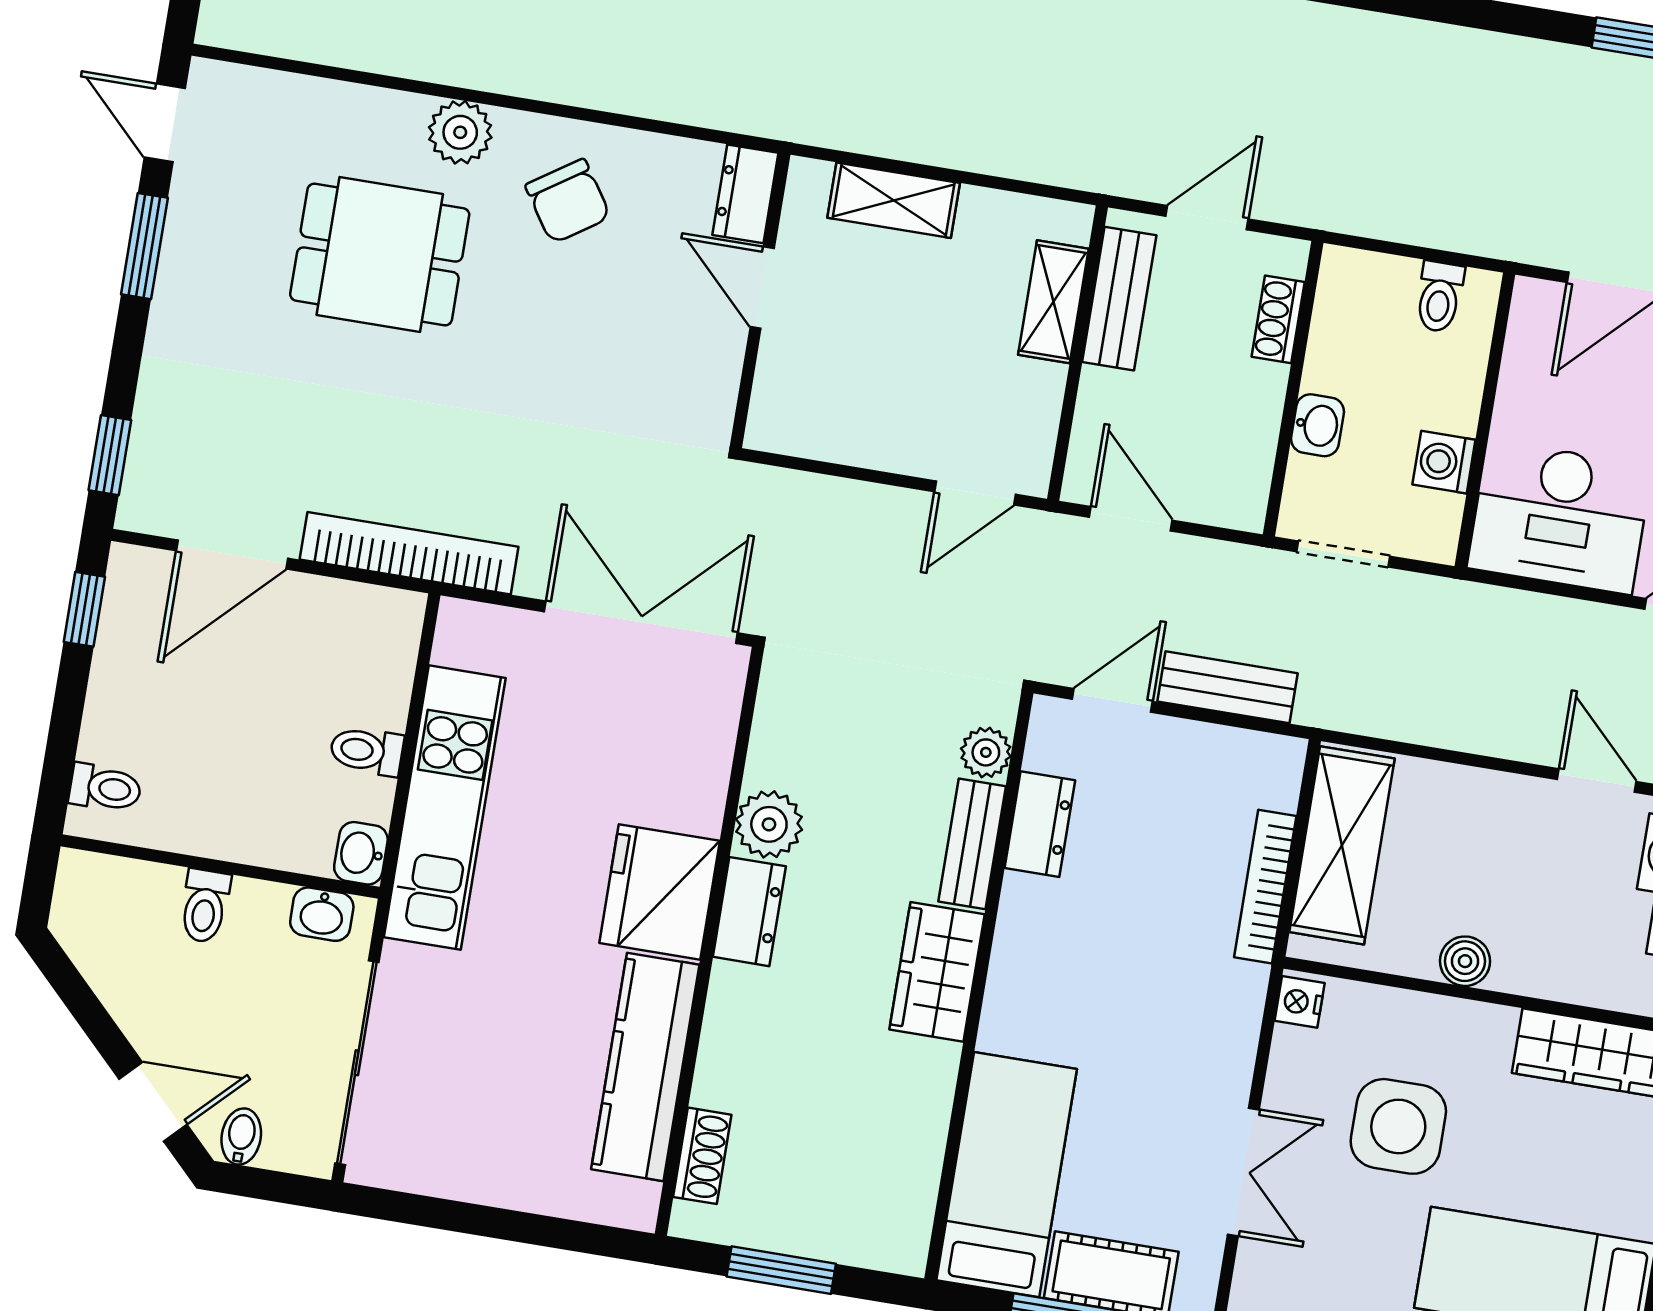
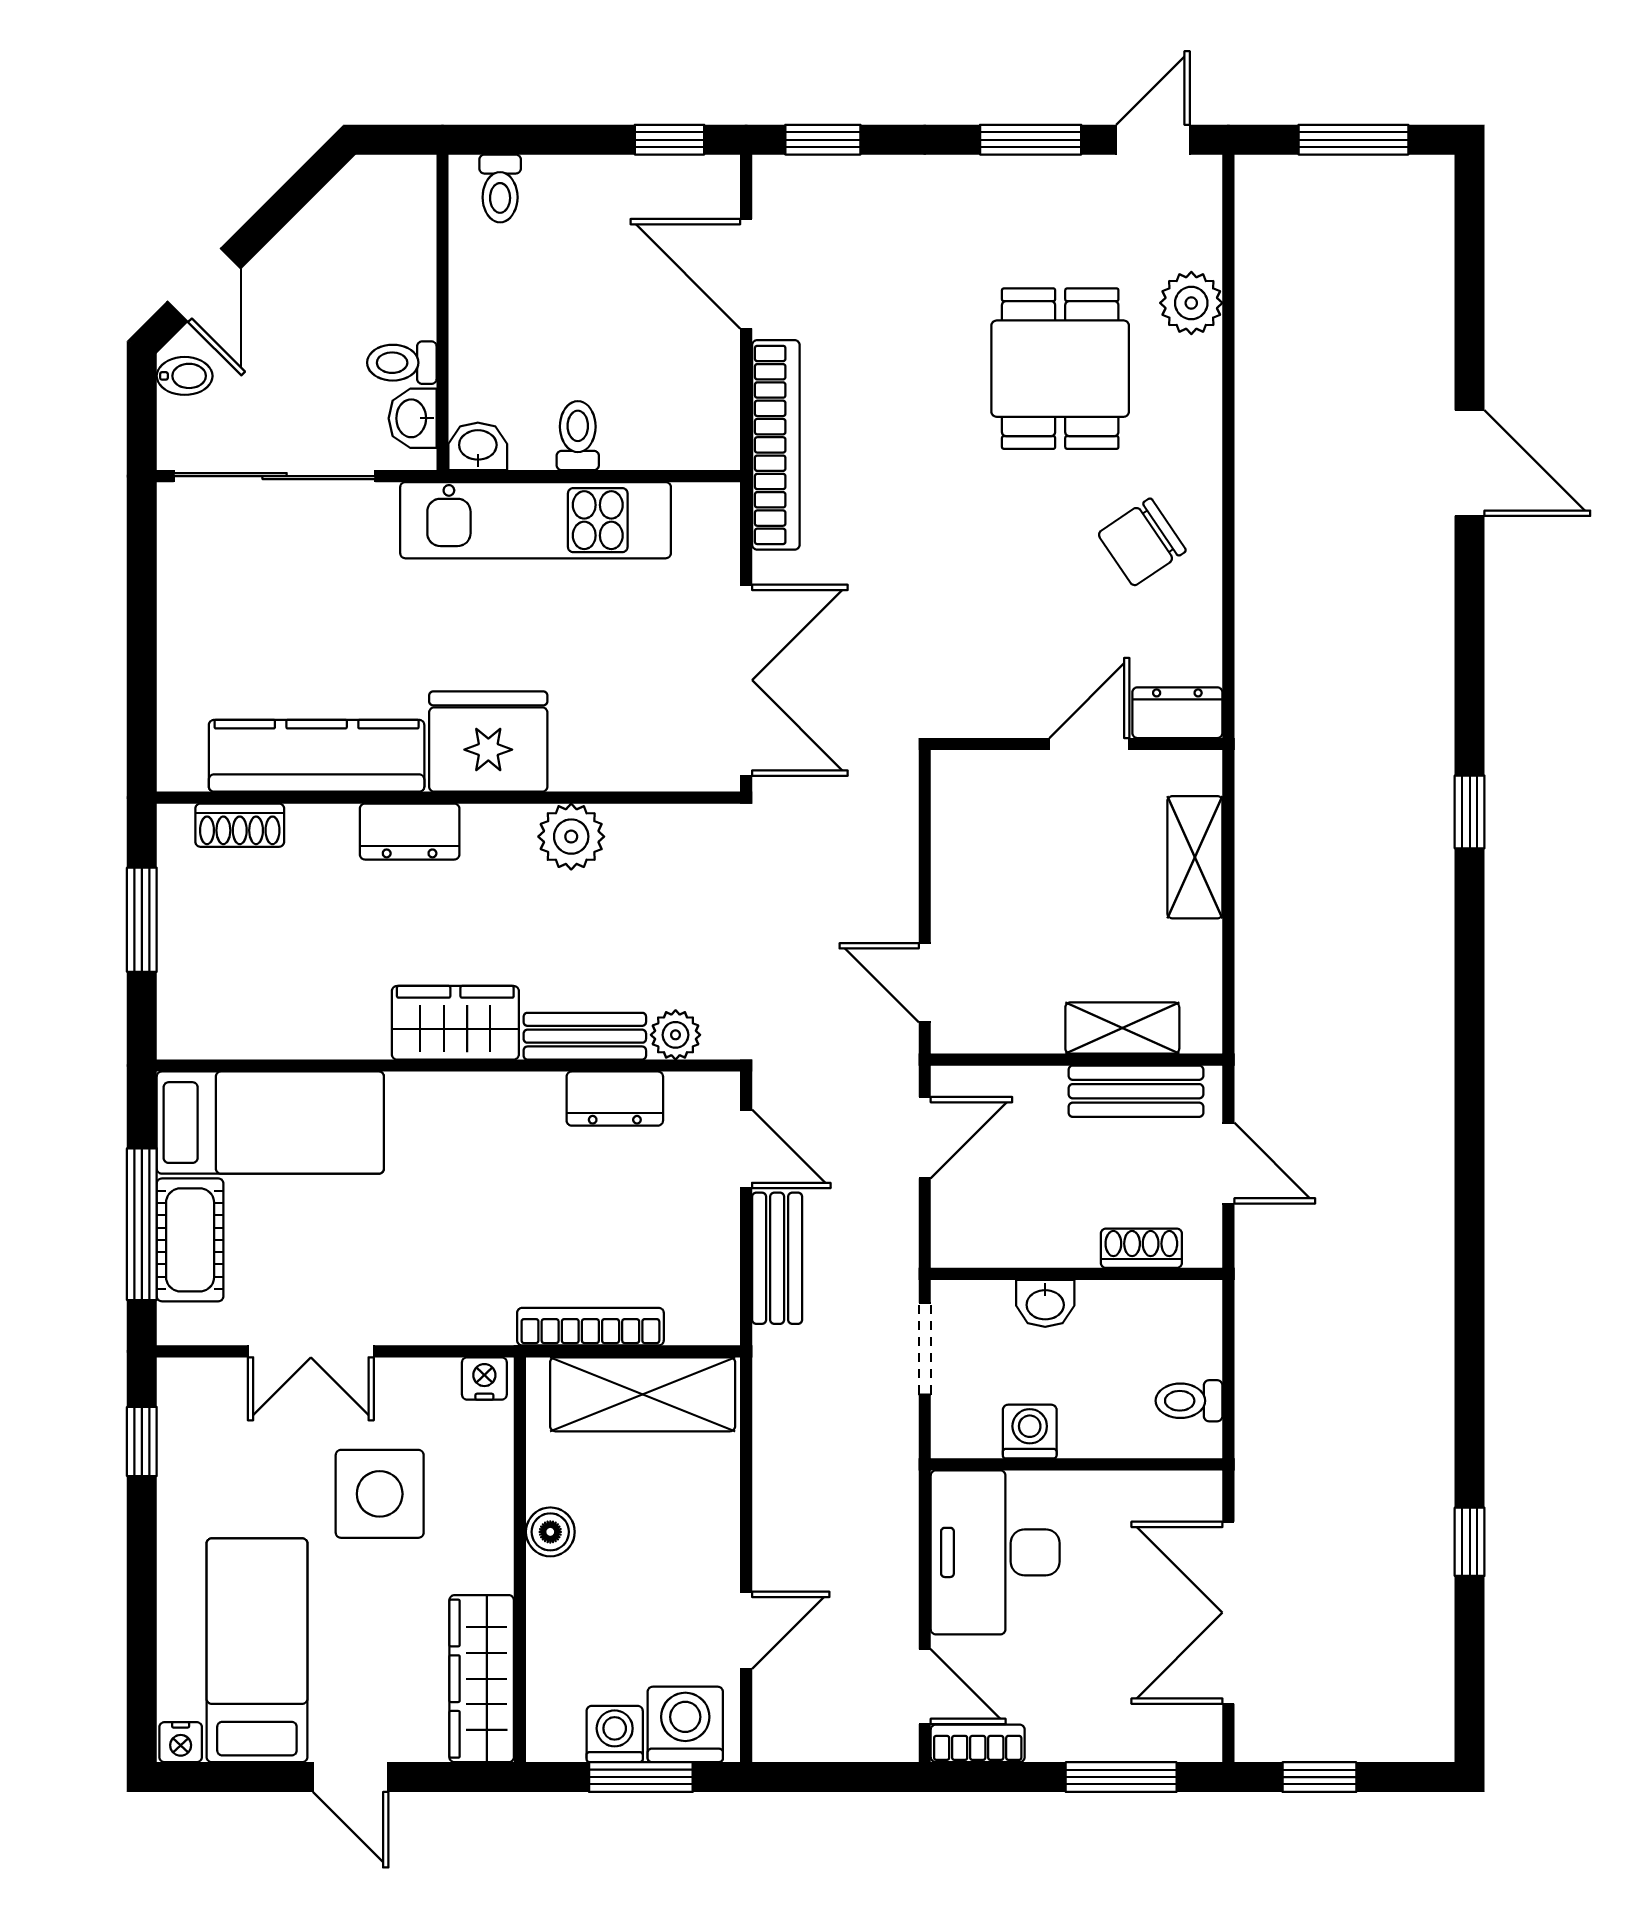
plant: (460, 132) -> (1191, 303), moved
toilet: (205, 906) -> (402, 363), moved
dresser: (749, 912) -> (410, 832), moved

